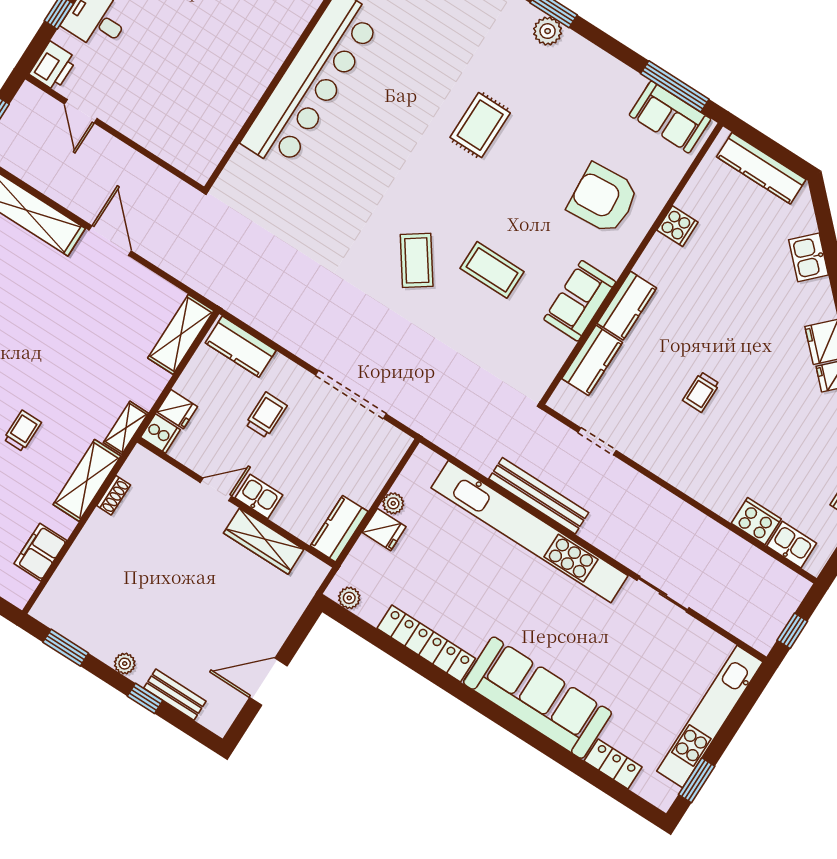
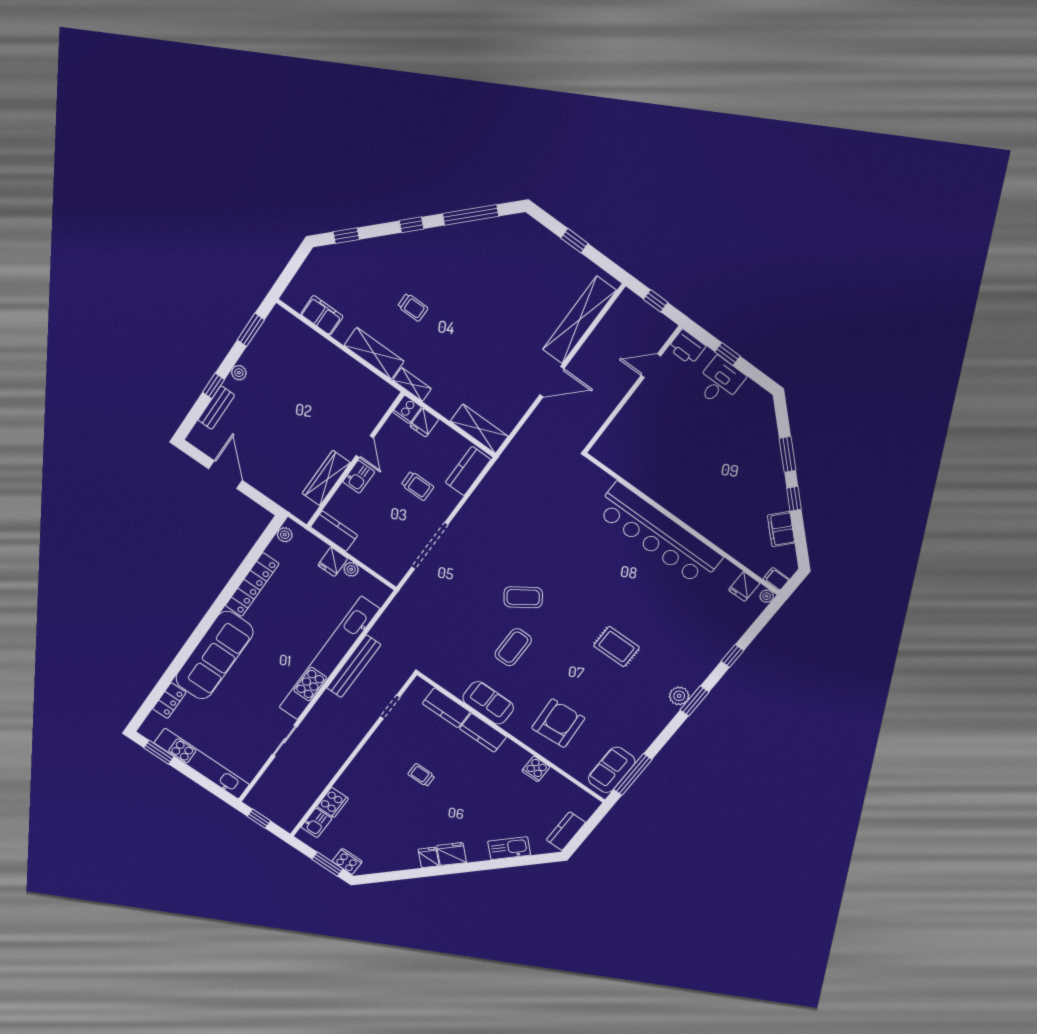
kitchen counter: (761, 168) -> (566, 831), width x0.67
kitchen sink: (808, 257) -> (509, 848), width x1.38
shoe rack: (114, 495) -> (363, 372), removed

